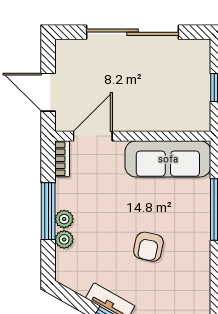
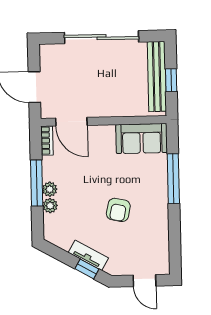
bench: (200, 82) -> (157, 76), added
door: (93, 136) -> (71, 122), swing flipped
sofa: (168, 159) -> (142, 138), width x0.73

